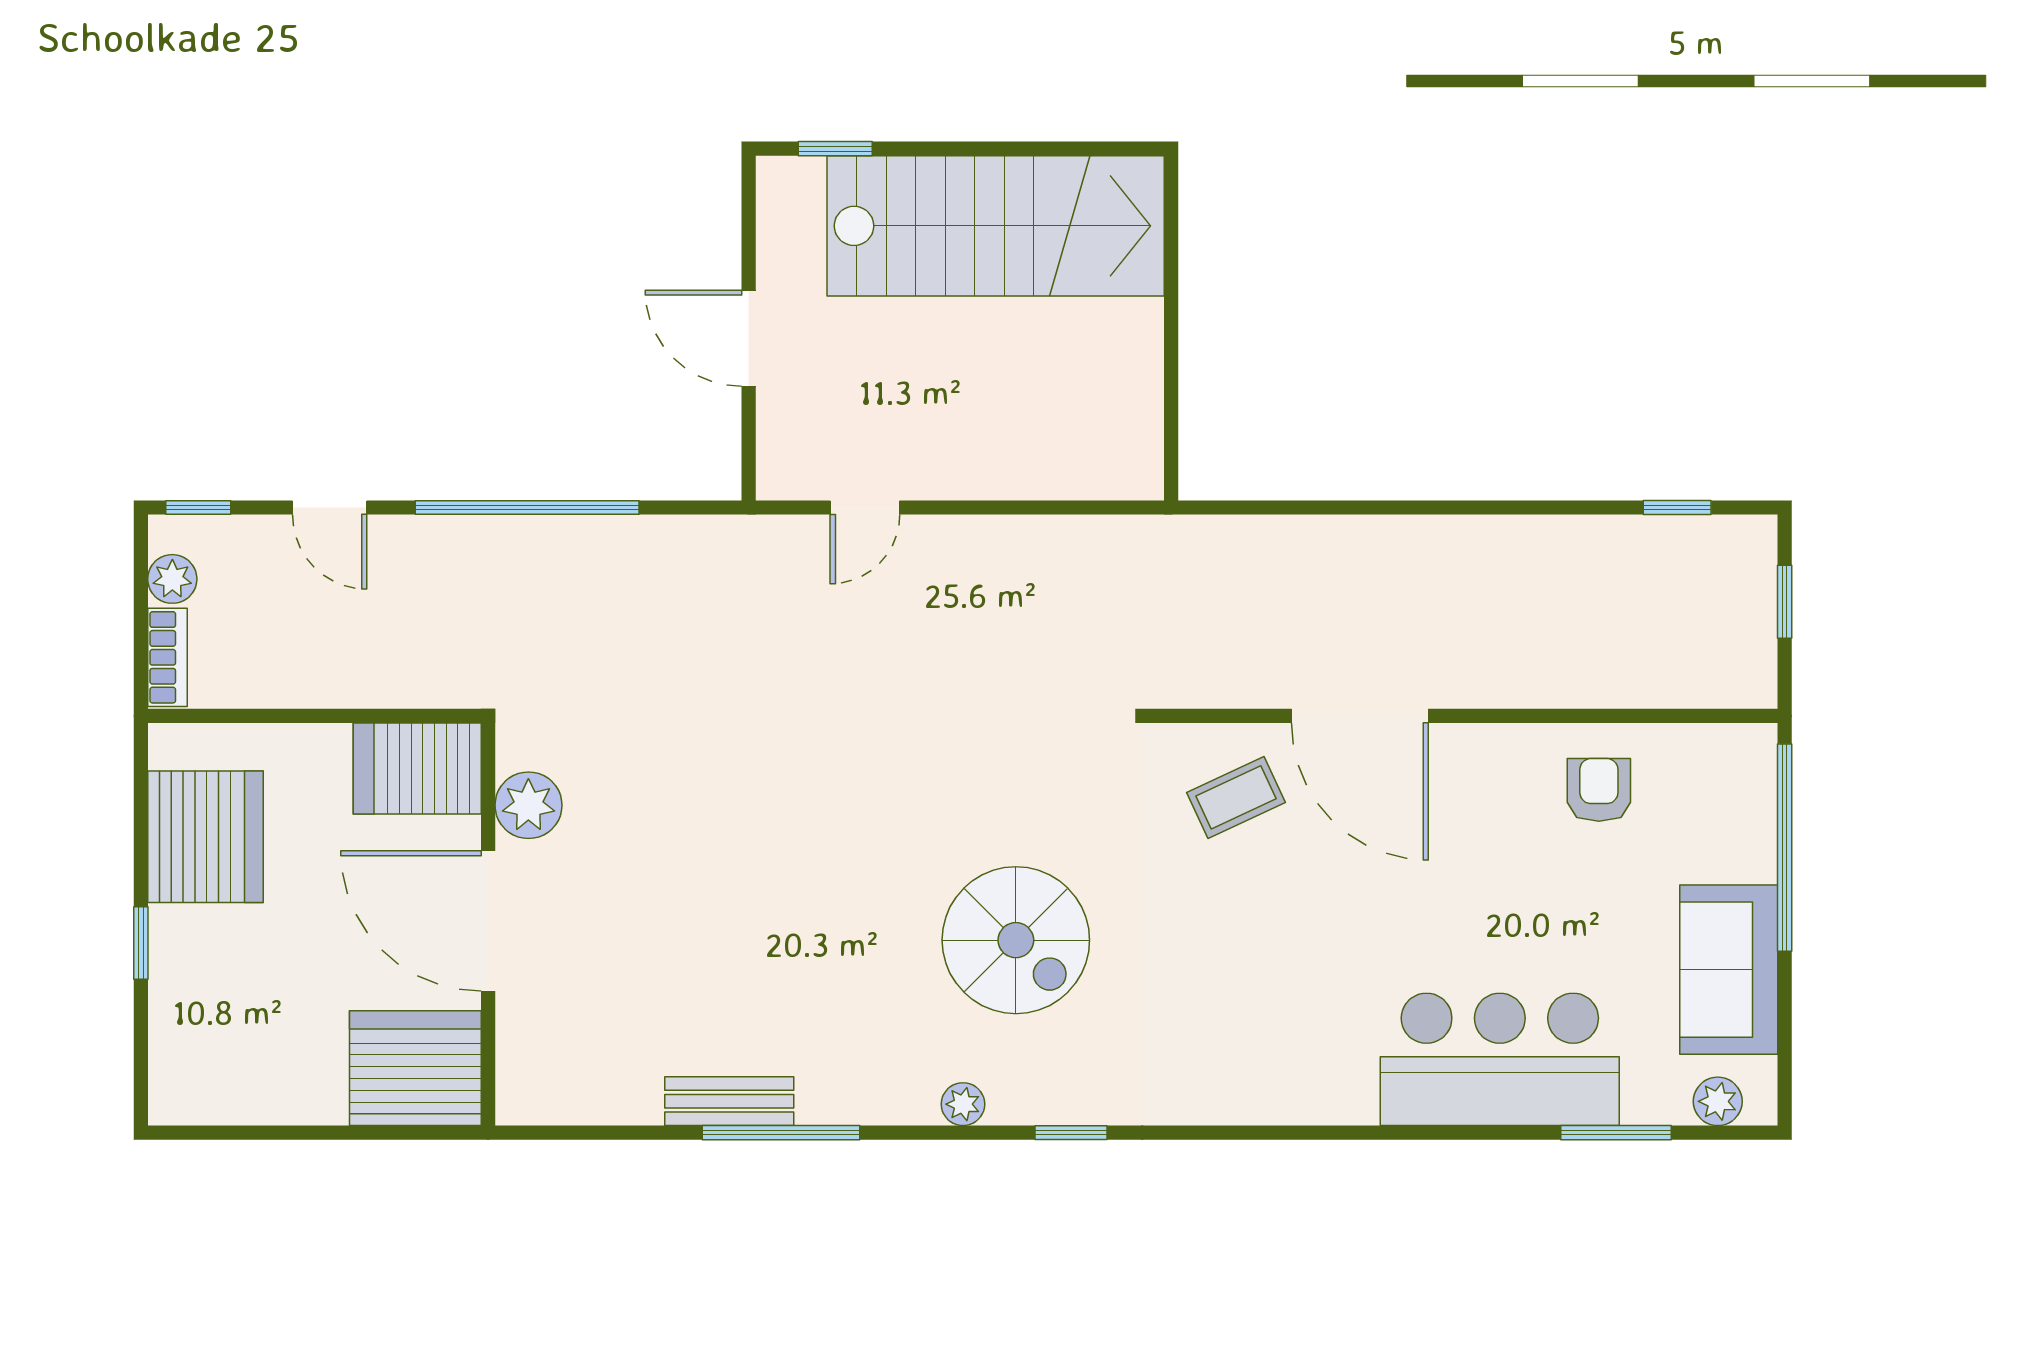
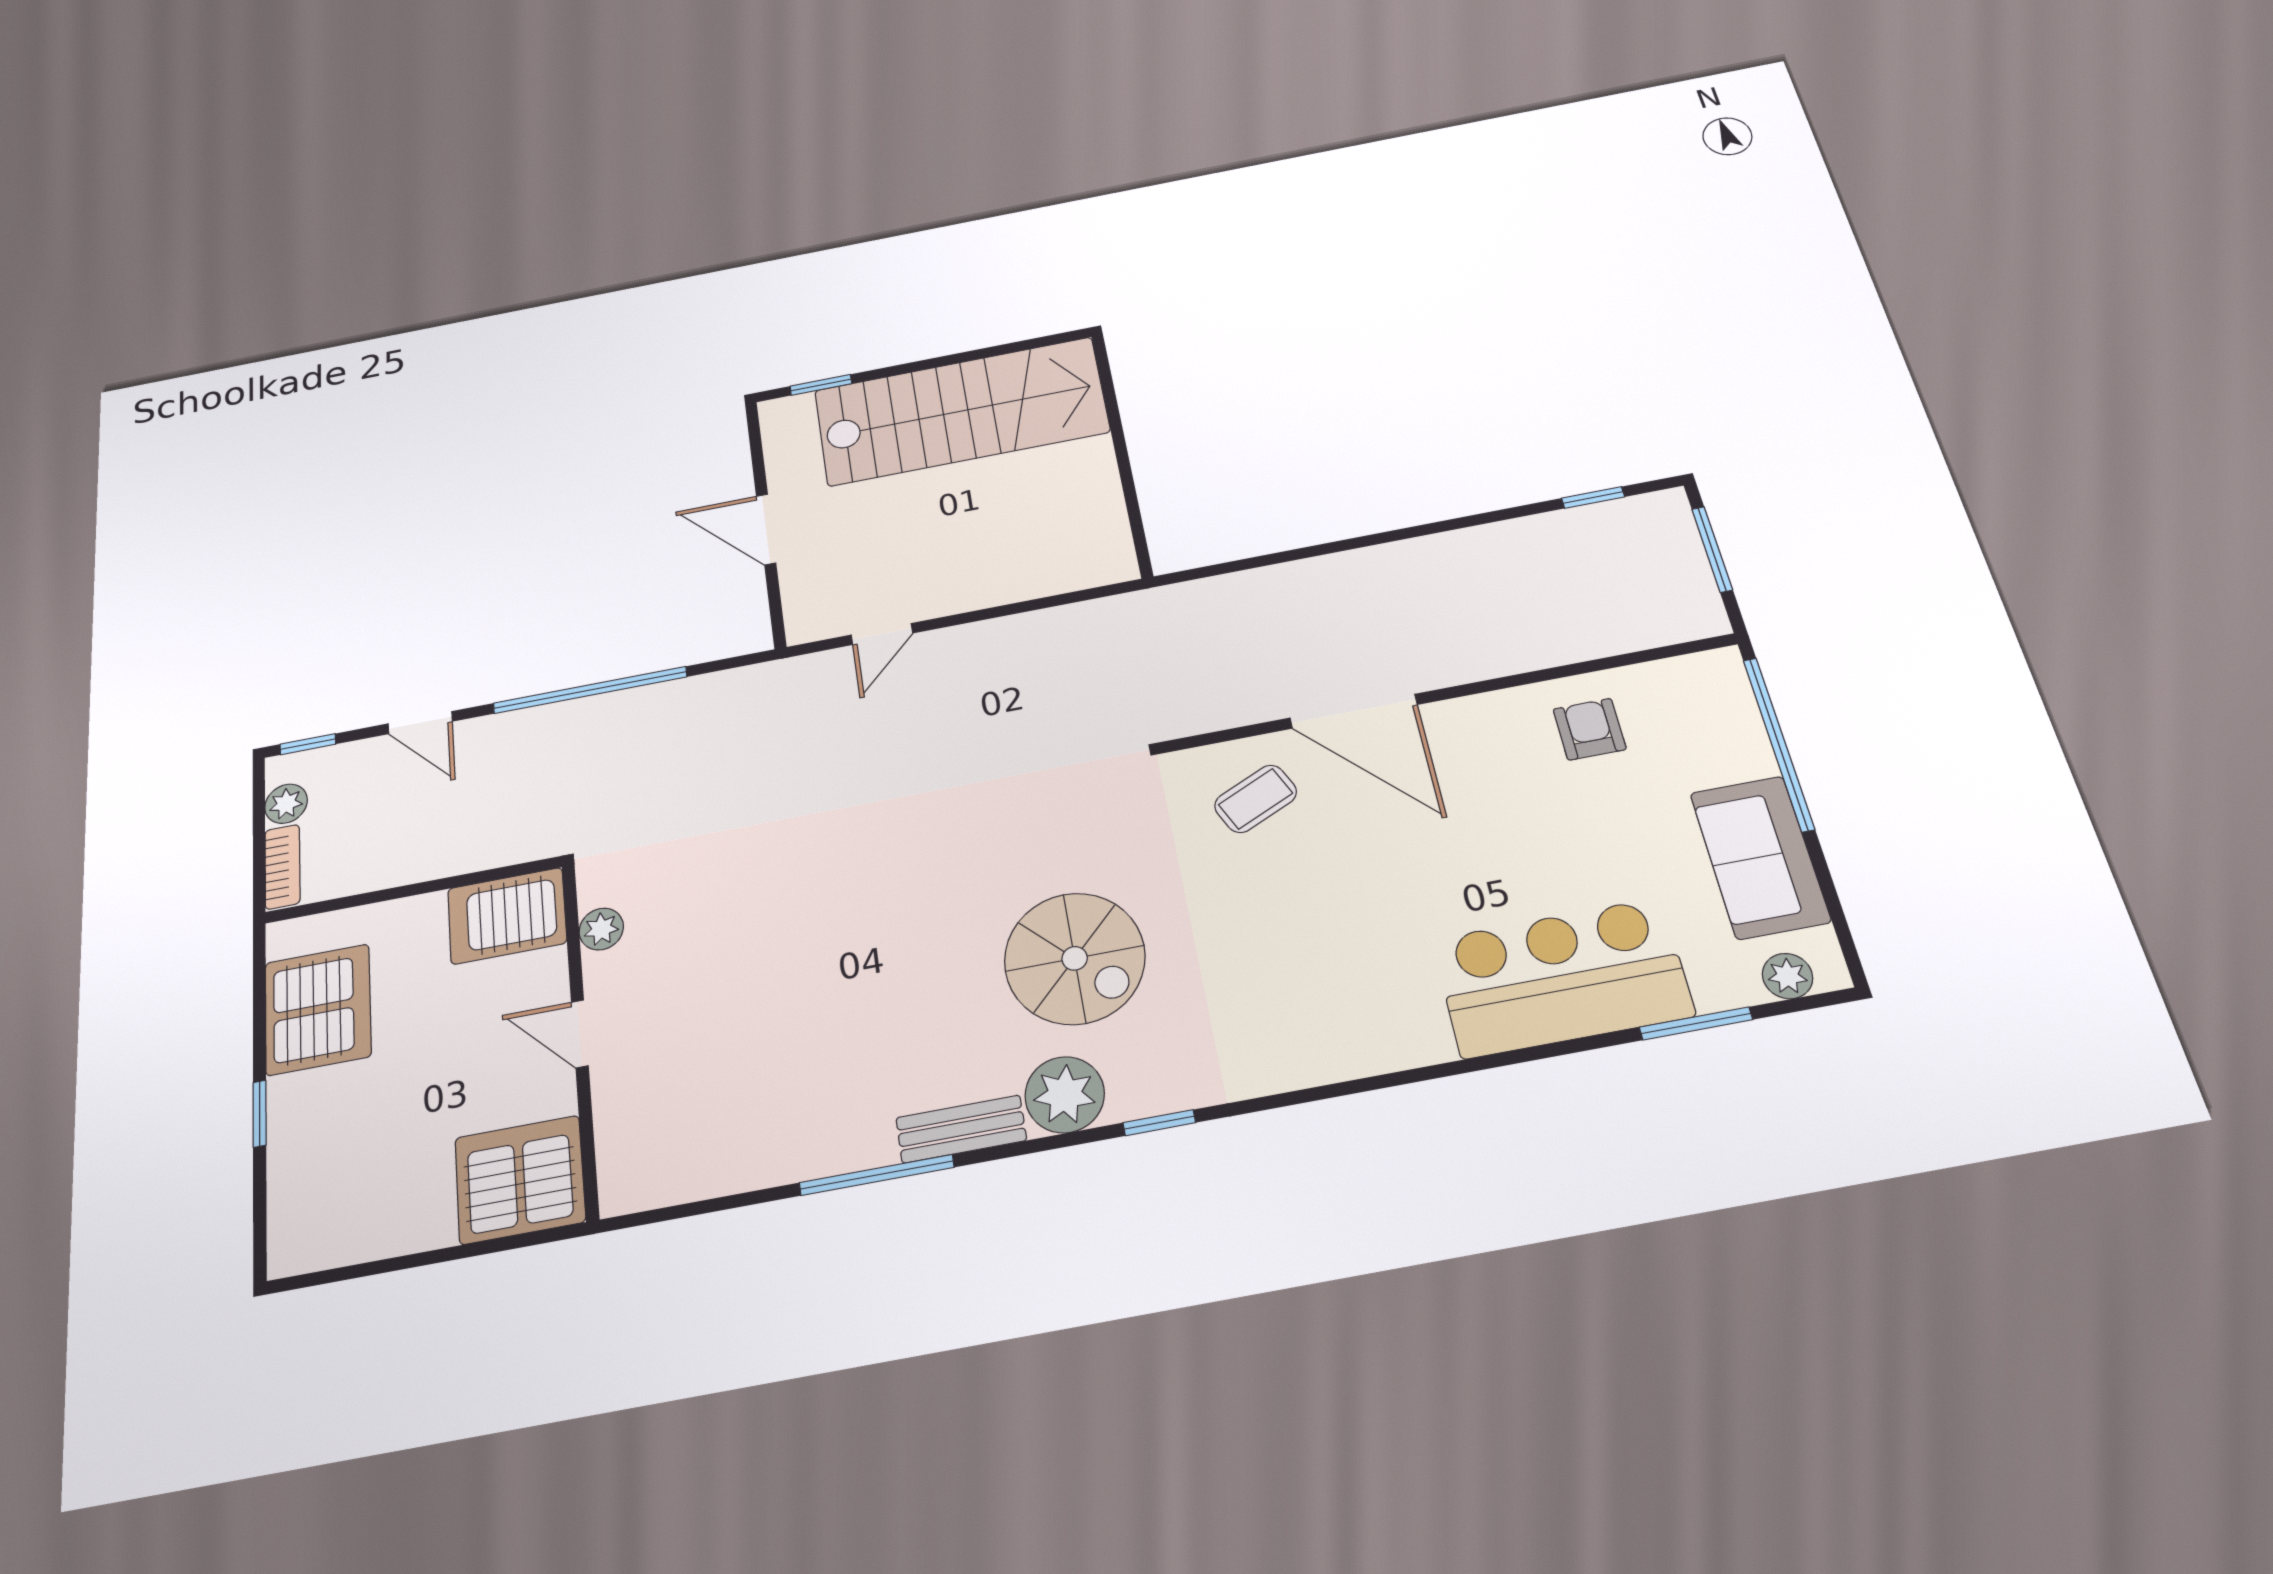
window: (1785, 602) -> (1712, 549), width x1.50
plant: (528, 805) -> (601, 929), width x0.73, depth x0.73
door: (488, 921) -> (580, 1034), width x0.53
bench: (729, 1101) -> (961, 1129), moved
plant: (963, 1104) -> (1065, 1095), width x1.88, depth x1.88

